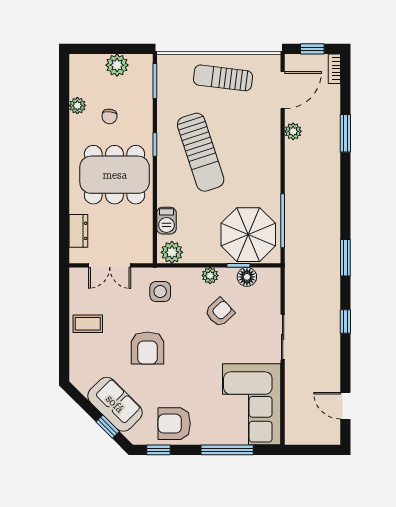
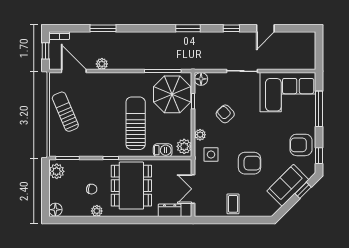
floor lamp: (79, 63) -> (55, 210), added
plant: (117, 65) -> (57, 171), moved
sun lounger: (223, 78) -> (65, 112), turned 150
plant: (77, 106) -> (97, 211), moved
sun lounger: (201, 152) -> (136, 123), moved, turned -72
double door: (110, 265) -> (193, 189), swing flipped
plant: (210, 276) -> (200, 135), moved
floor lamp: (247, 277) -> (201, 79), moved
door: (345, 406) -> (265, 28), moved
armchair: (174, 424) -> (301, 145), turned 90

